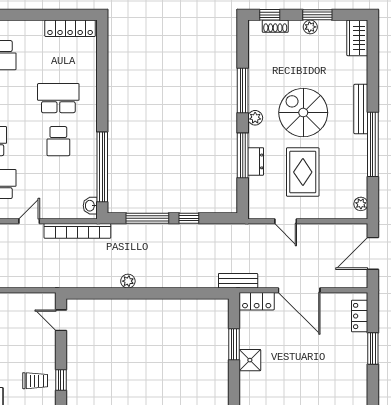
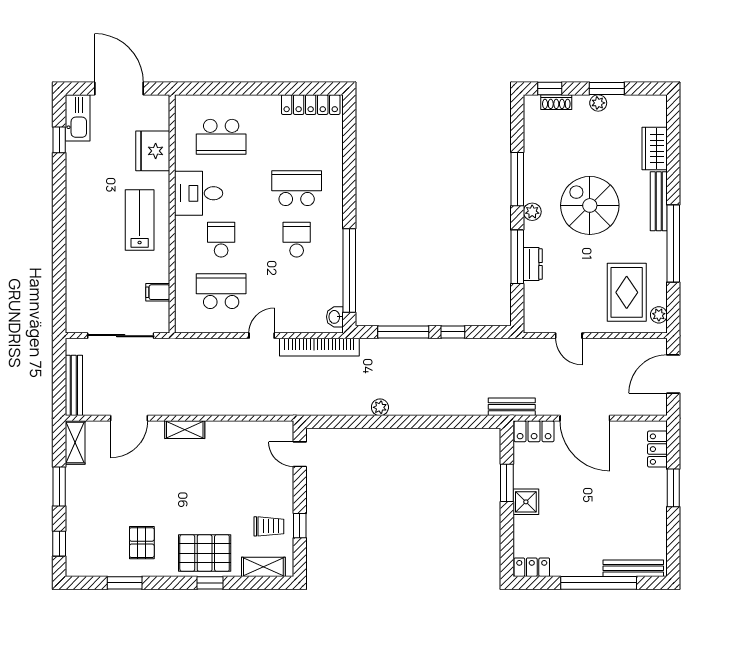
wardrobe: (357, 38) -> (655, 148), moved
school desk: (58, 141) -> (297, 240), turned 180
rug: (303, 172) -> (627, 292), moved

